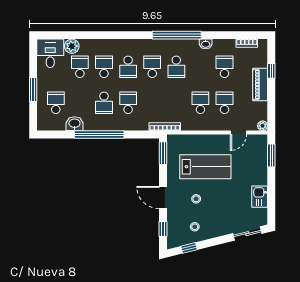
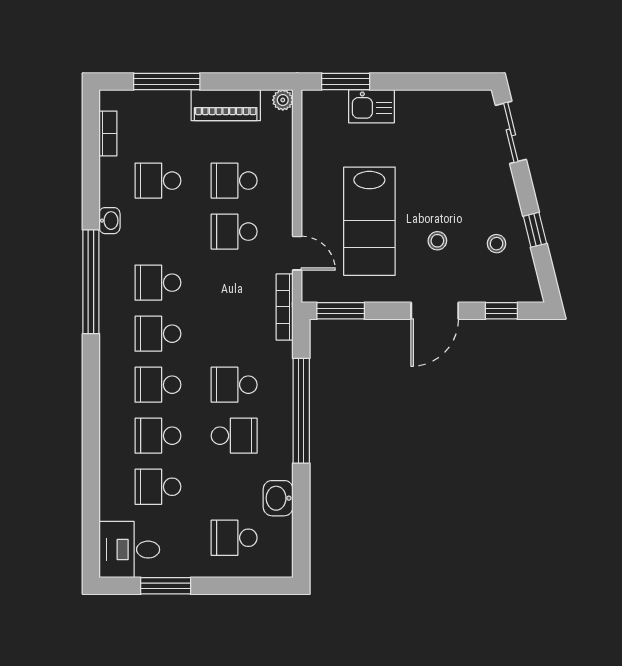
plant: (72, 46) -> (114, 504), removed
school desk: (128, 67) -> (158, 385), turned 180
school desk: (176, 67) -> (158, 283), turned 180
window: (271, 71) -> (167, 82), width x2.17
piano: (260, 84) -> (226, 105), moved
window: (33, 90) -> (166, 586), moved
door: (238, 133) -> (297, 253), moved
window: (99, 134) -> (301, 411), moved
lab bench: (205, 167) -> (369, 221), turned 180
kitchen sink: (260, 197) -> (371, 106), moved
window: (189, 248) -> (535, 230), moved

